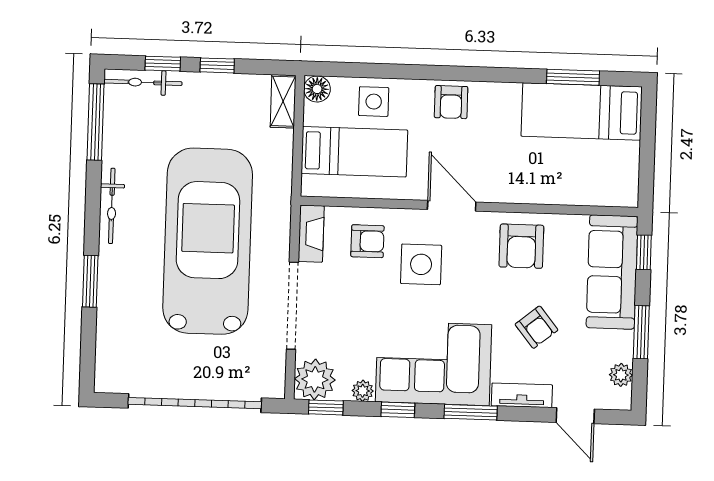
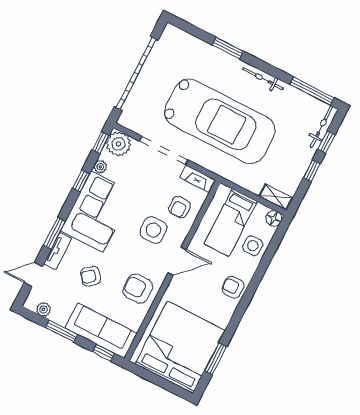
bed: (582, 111) -> (180, 347), width x2.04
window: (471, 412) -> (54, 233), moved

